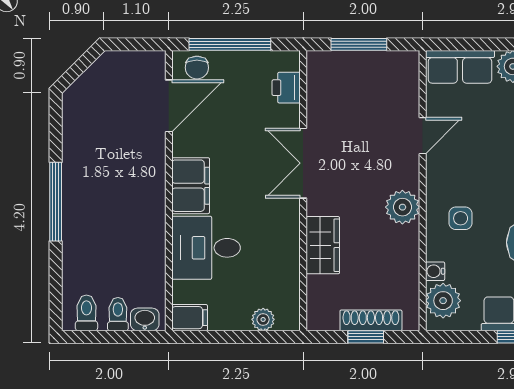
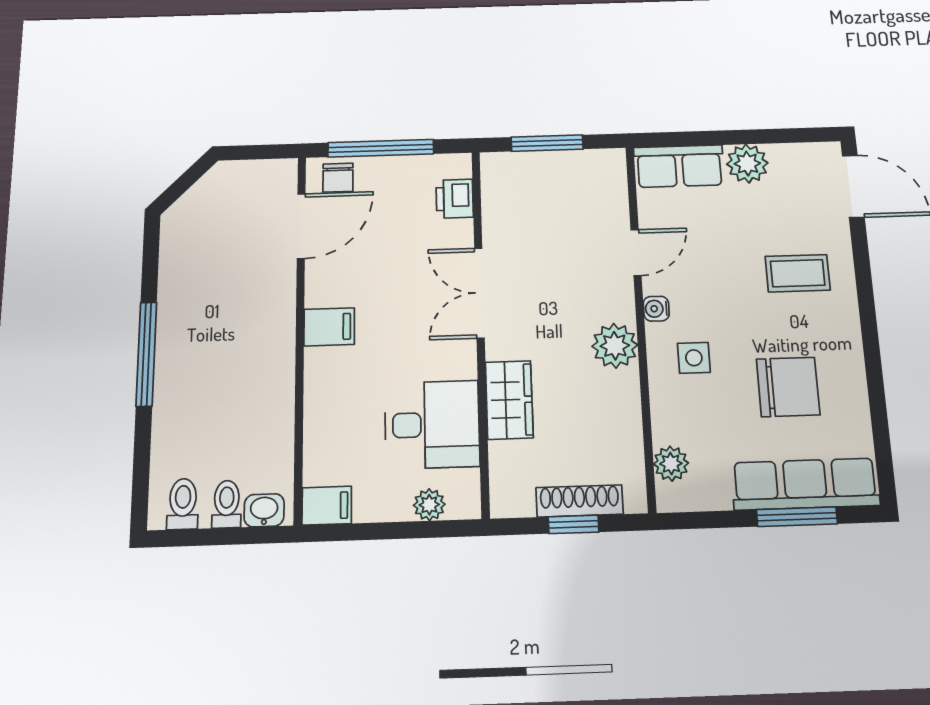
filing cabinet: (191, 186) -> (329, 327), width x0.50
desk: (206, 248) -> (432, 424), moved, turned 180
water cooler: (435, 271) -> (656, 309), moved
plant: (443, 301) -> (671, 464), width x0.73, depth x0.73

